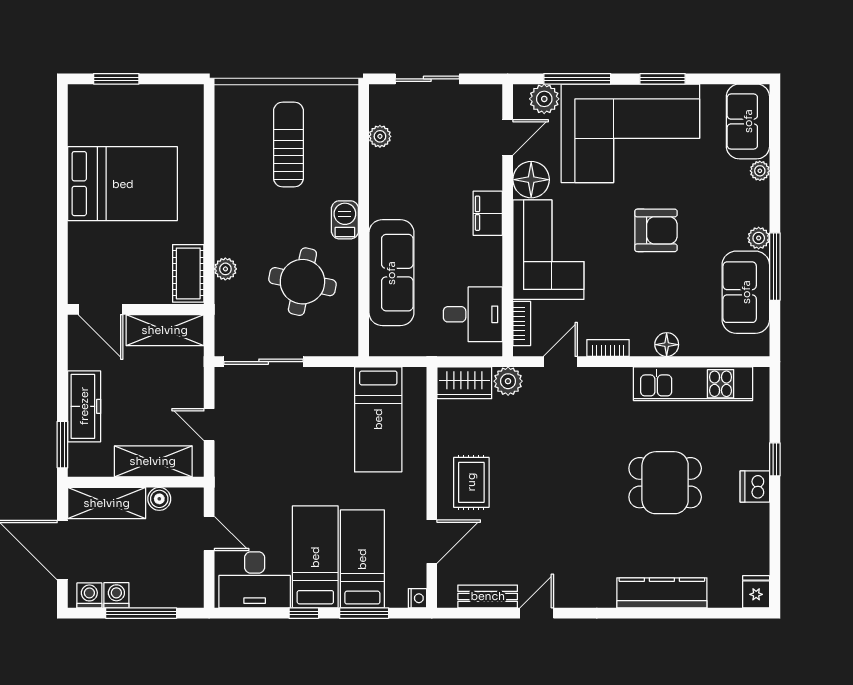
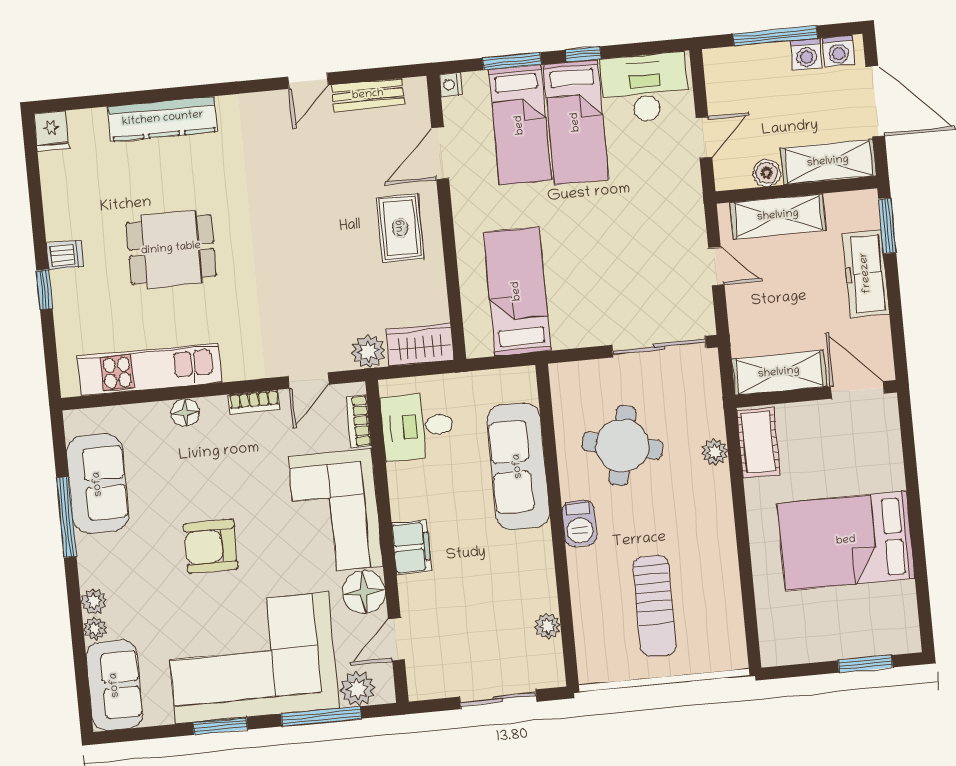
plant: (759, 238) -> (94, 601), moved
dishwasher: (755, 487) -> (65, 255), width x0.73
door: (209, 534) -> (704, 138), swing flipped

